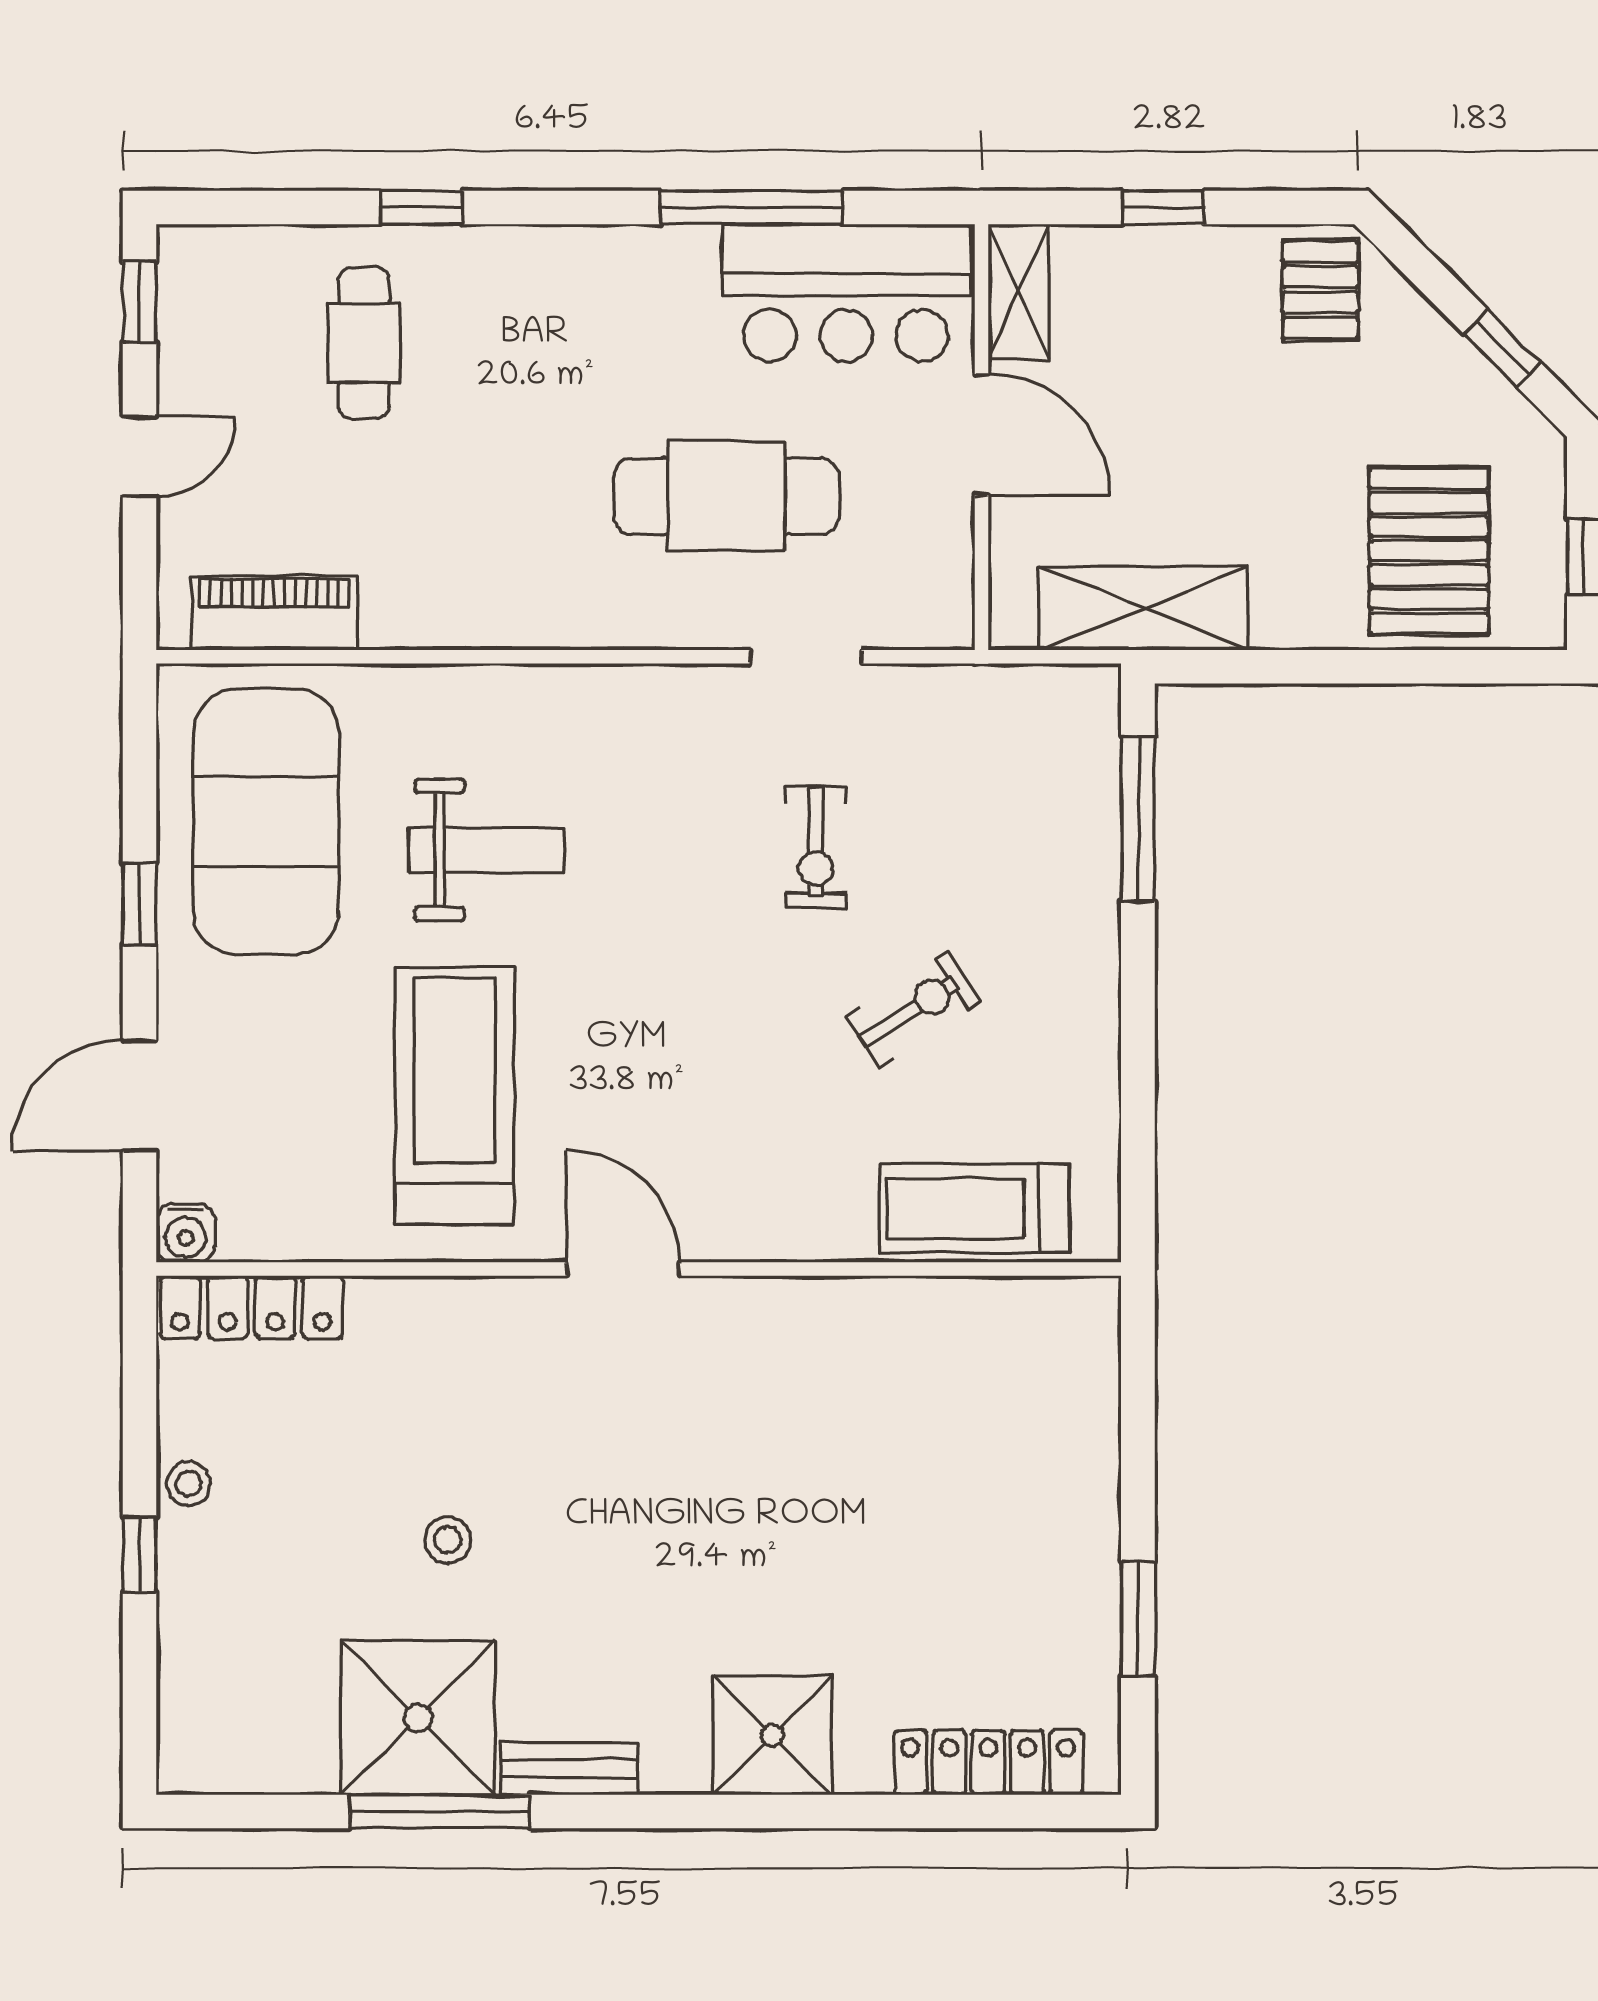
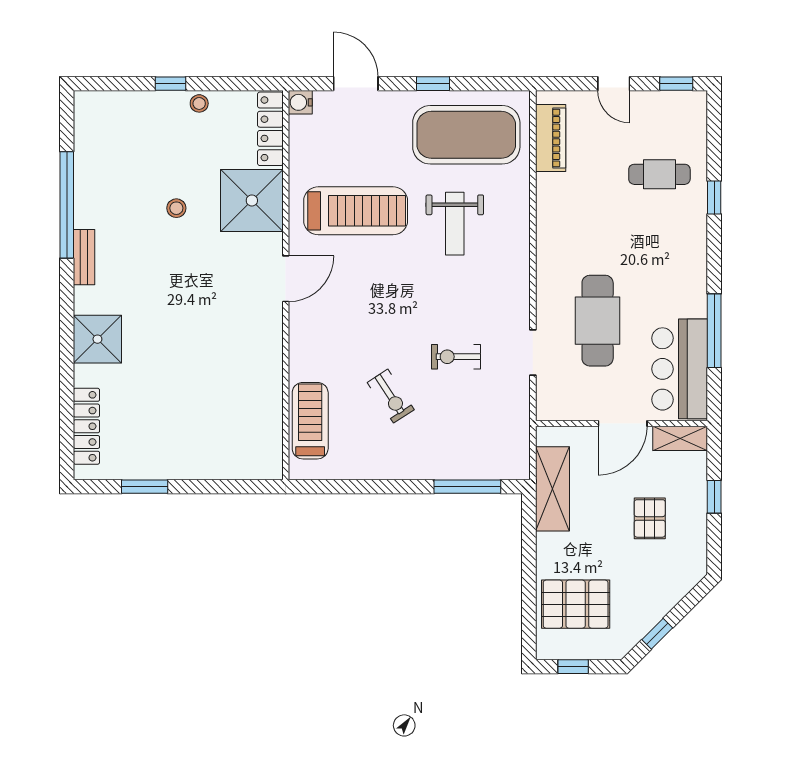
pallet: (1320, 290) -> (650, 518), moved, turned 90
shower: (418, 1718) -> (252, 200), moved
window: (440, 1812) -> (67, 205), width x1.46

